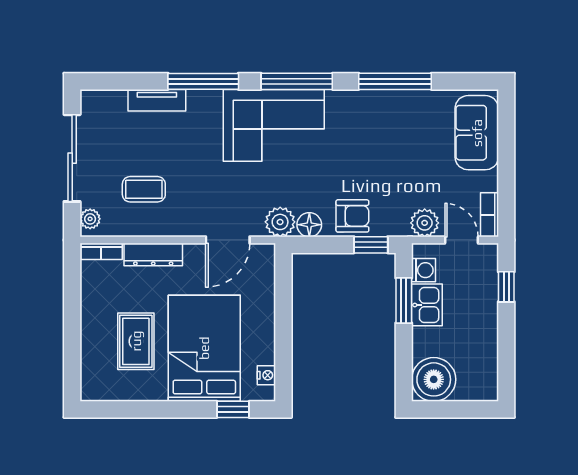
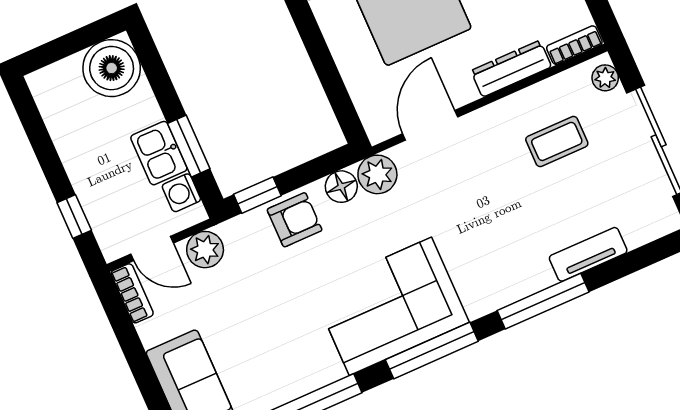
corner sofa: (274, 125) -> (390, 306), moved
armchair: (352, 216) -> (295, 220), turned 180

